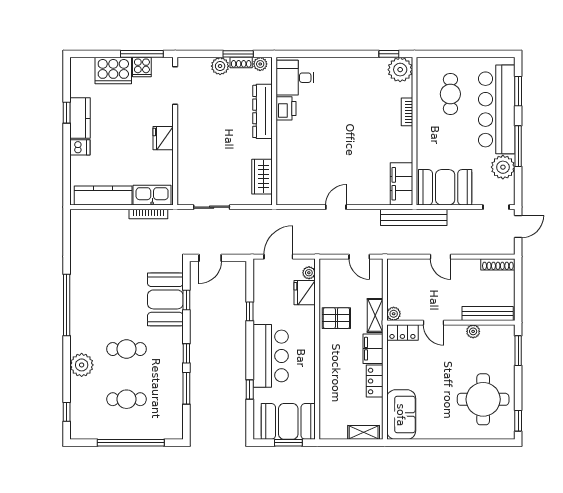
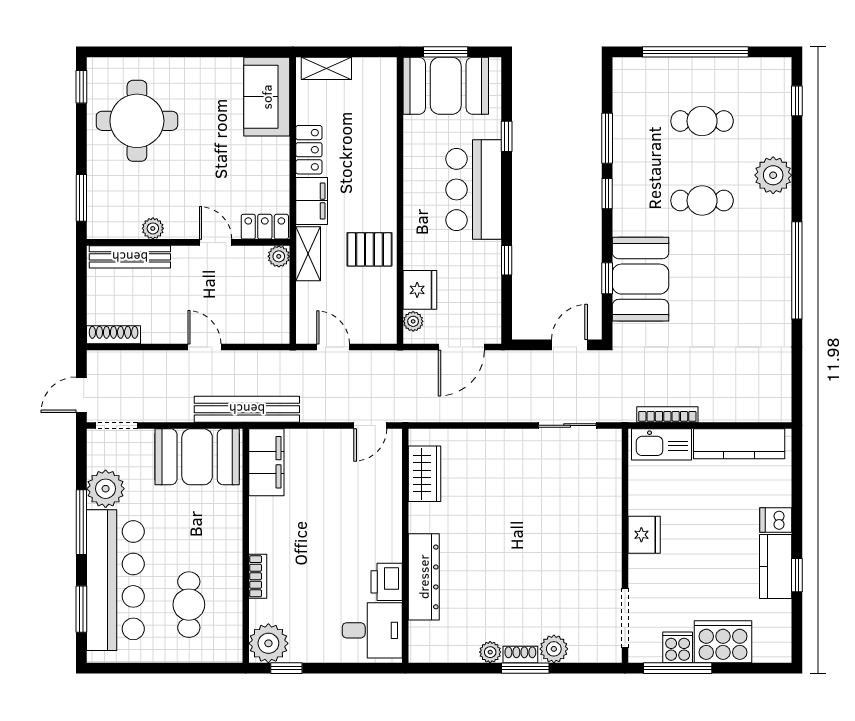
desk: (295, 78) -> (372, 630), moved
printer: (286, 108) -> (387, 582), moved
dresser: (262, 111) -> (424, 577), moved
wall: (274, 131) -> (405, 546), moved
wardrobe: (262, 177) -> (424, 474), moved

